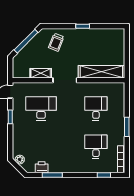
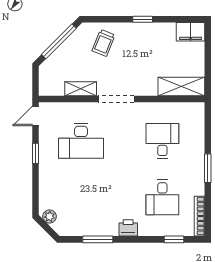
filing cabinet: (115, 35) -> (191, 32), added
shelving: (101, 72) -> (181, 87), width x0.68
desk: (41, 109) -> (81, 141), turned 180
desk: (96, 147) -> (162, 197), turned 180
printer: (42, 167) -> (128, 228), moved

